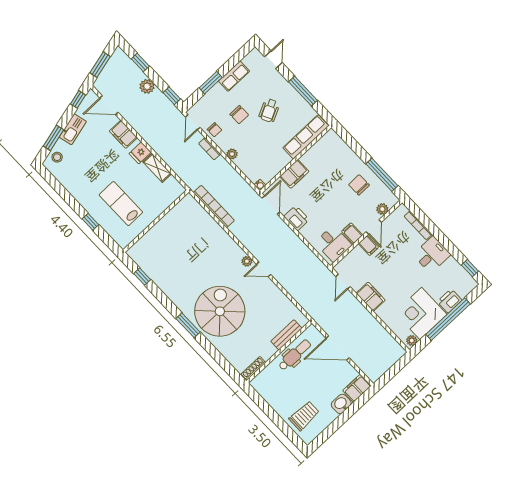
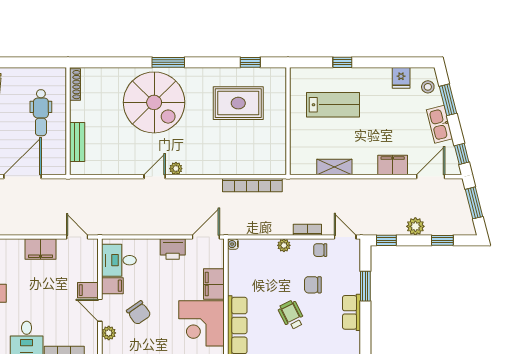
fridge: (140, 153) -> (401, 78), moved, turned 180
corner desk: (325, 159) -> (202, 323), added
chair: (359, 185) -> (139, 313), moved, turned 56
door: (271, 205) -> (206, 237), swing flipped
rug: (173, 261) -> (238, 103), added
dental chair: (295, 355) -> (41, 113), moved

